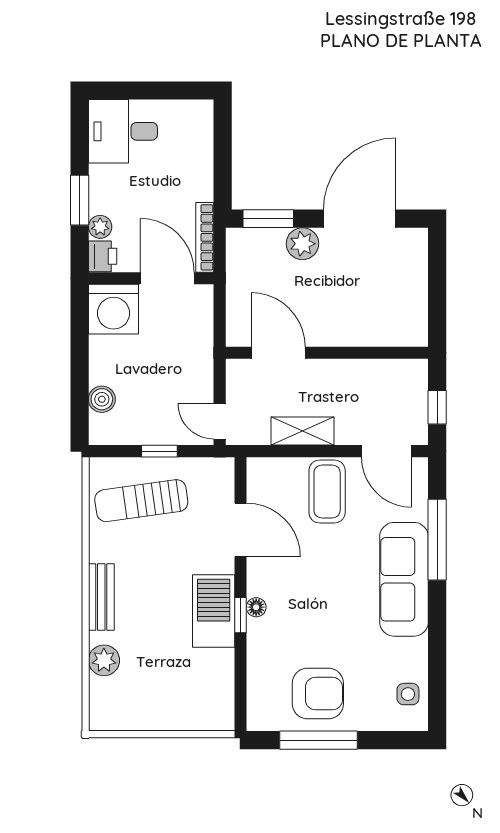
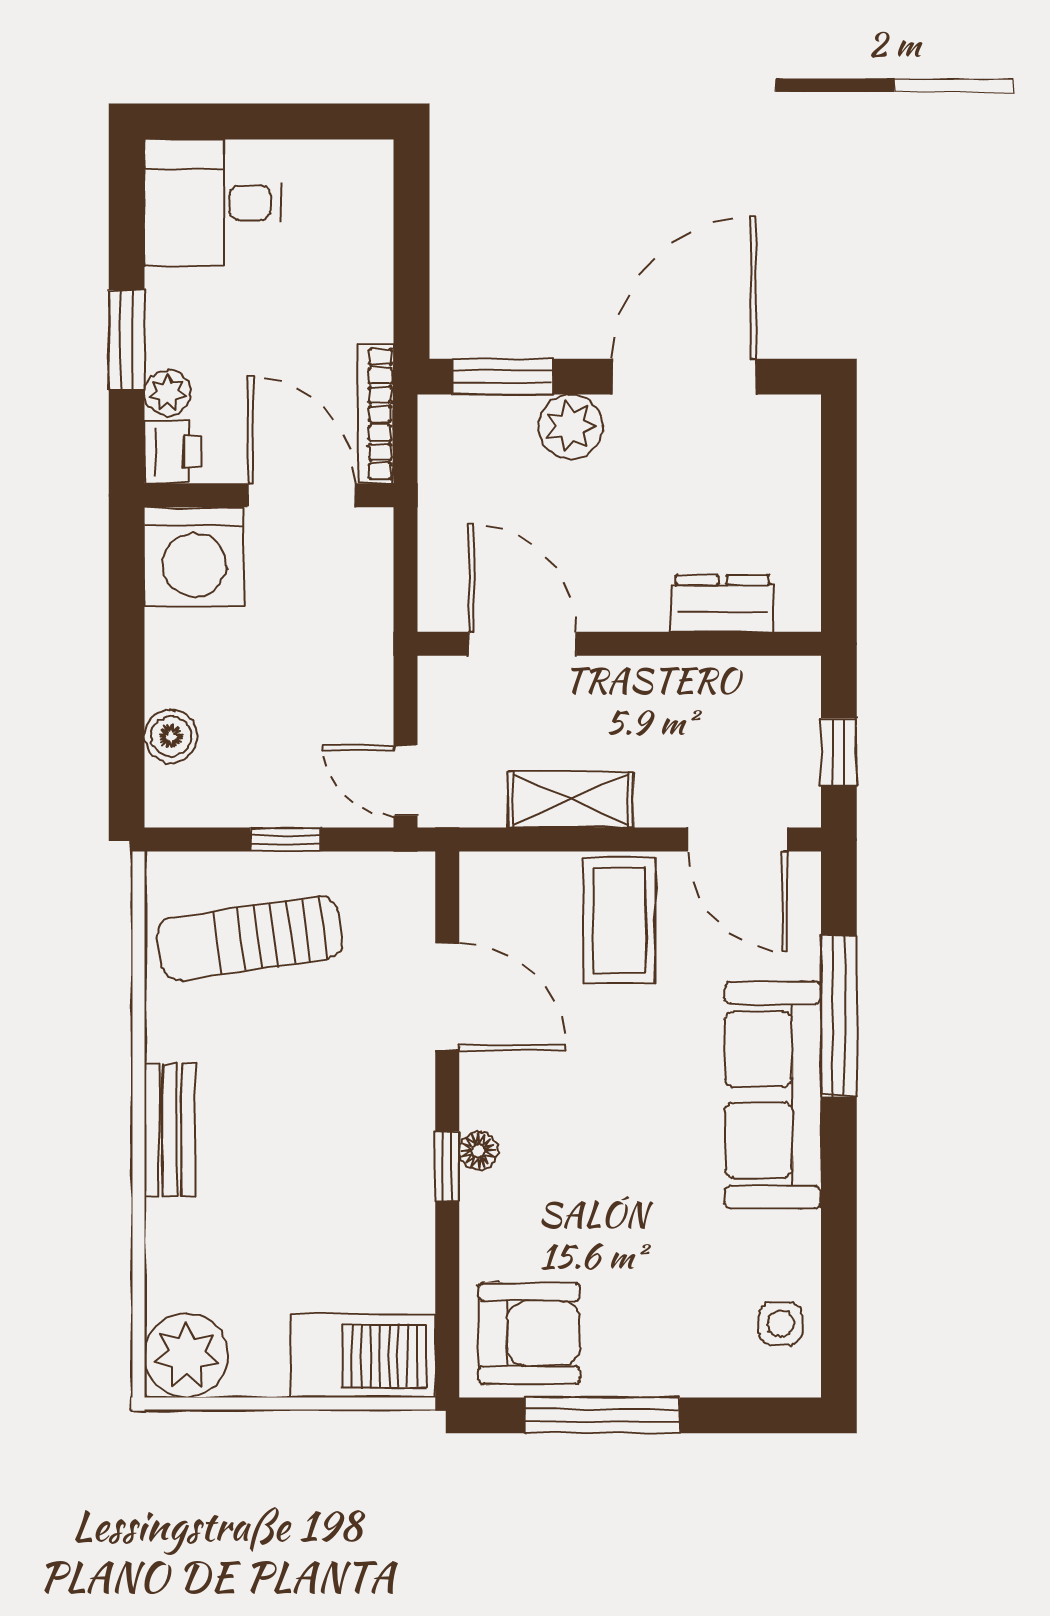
dresser: (379, 333) -> (722, 603), added
barbecue: (214, 611) -> (363, 1356), moved, turned 90
plant: (104, 660) -> (186, 1355), moved, width x1.36, depth x1.36
armchair: (318, 694) -> (529, 1333), moved

